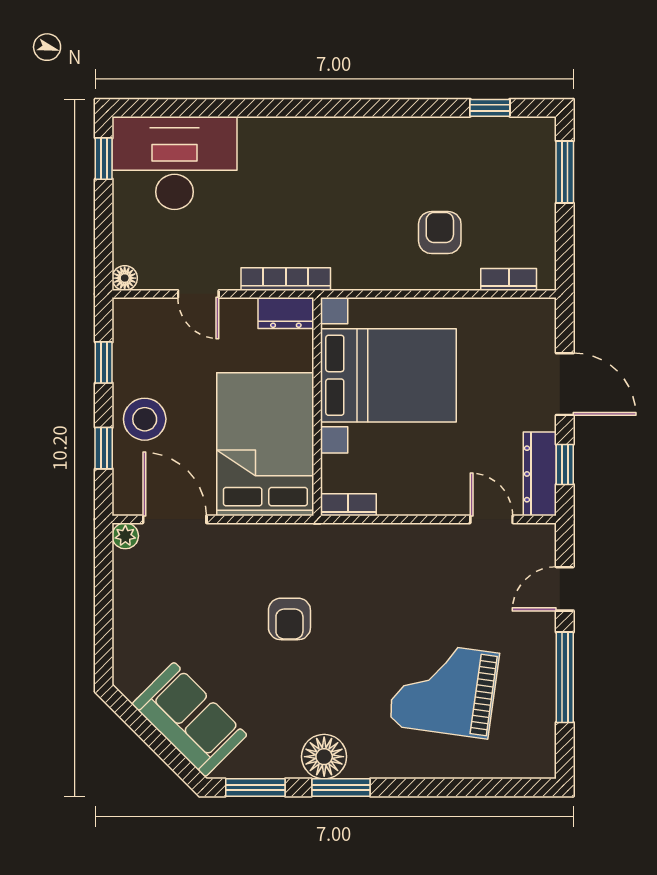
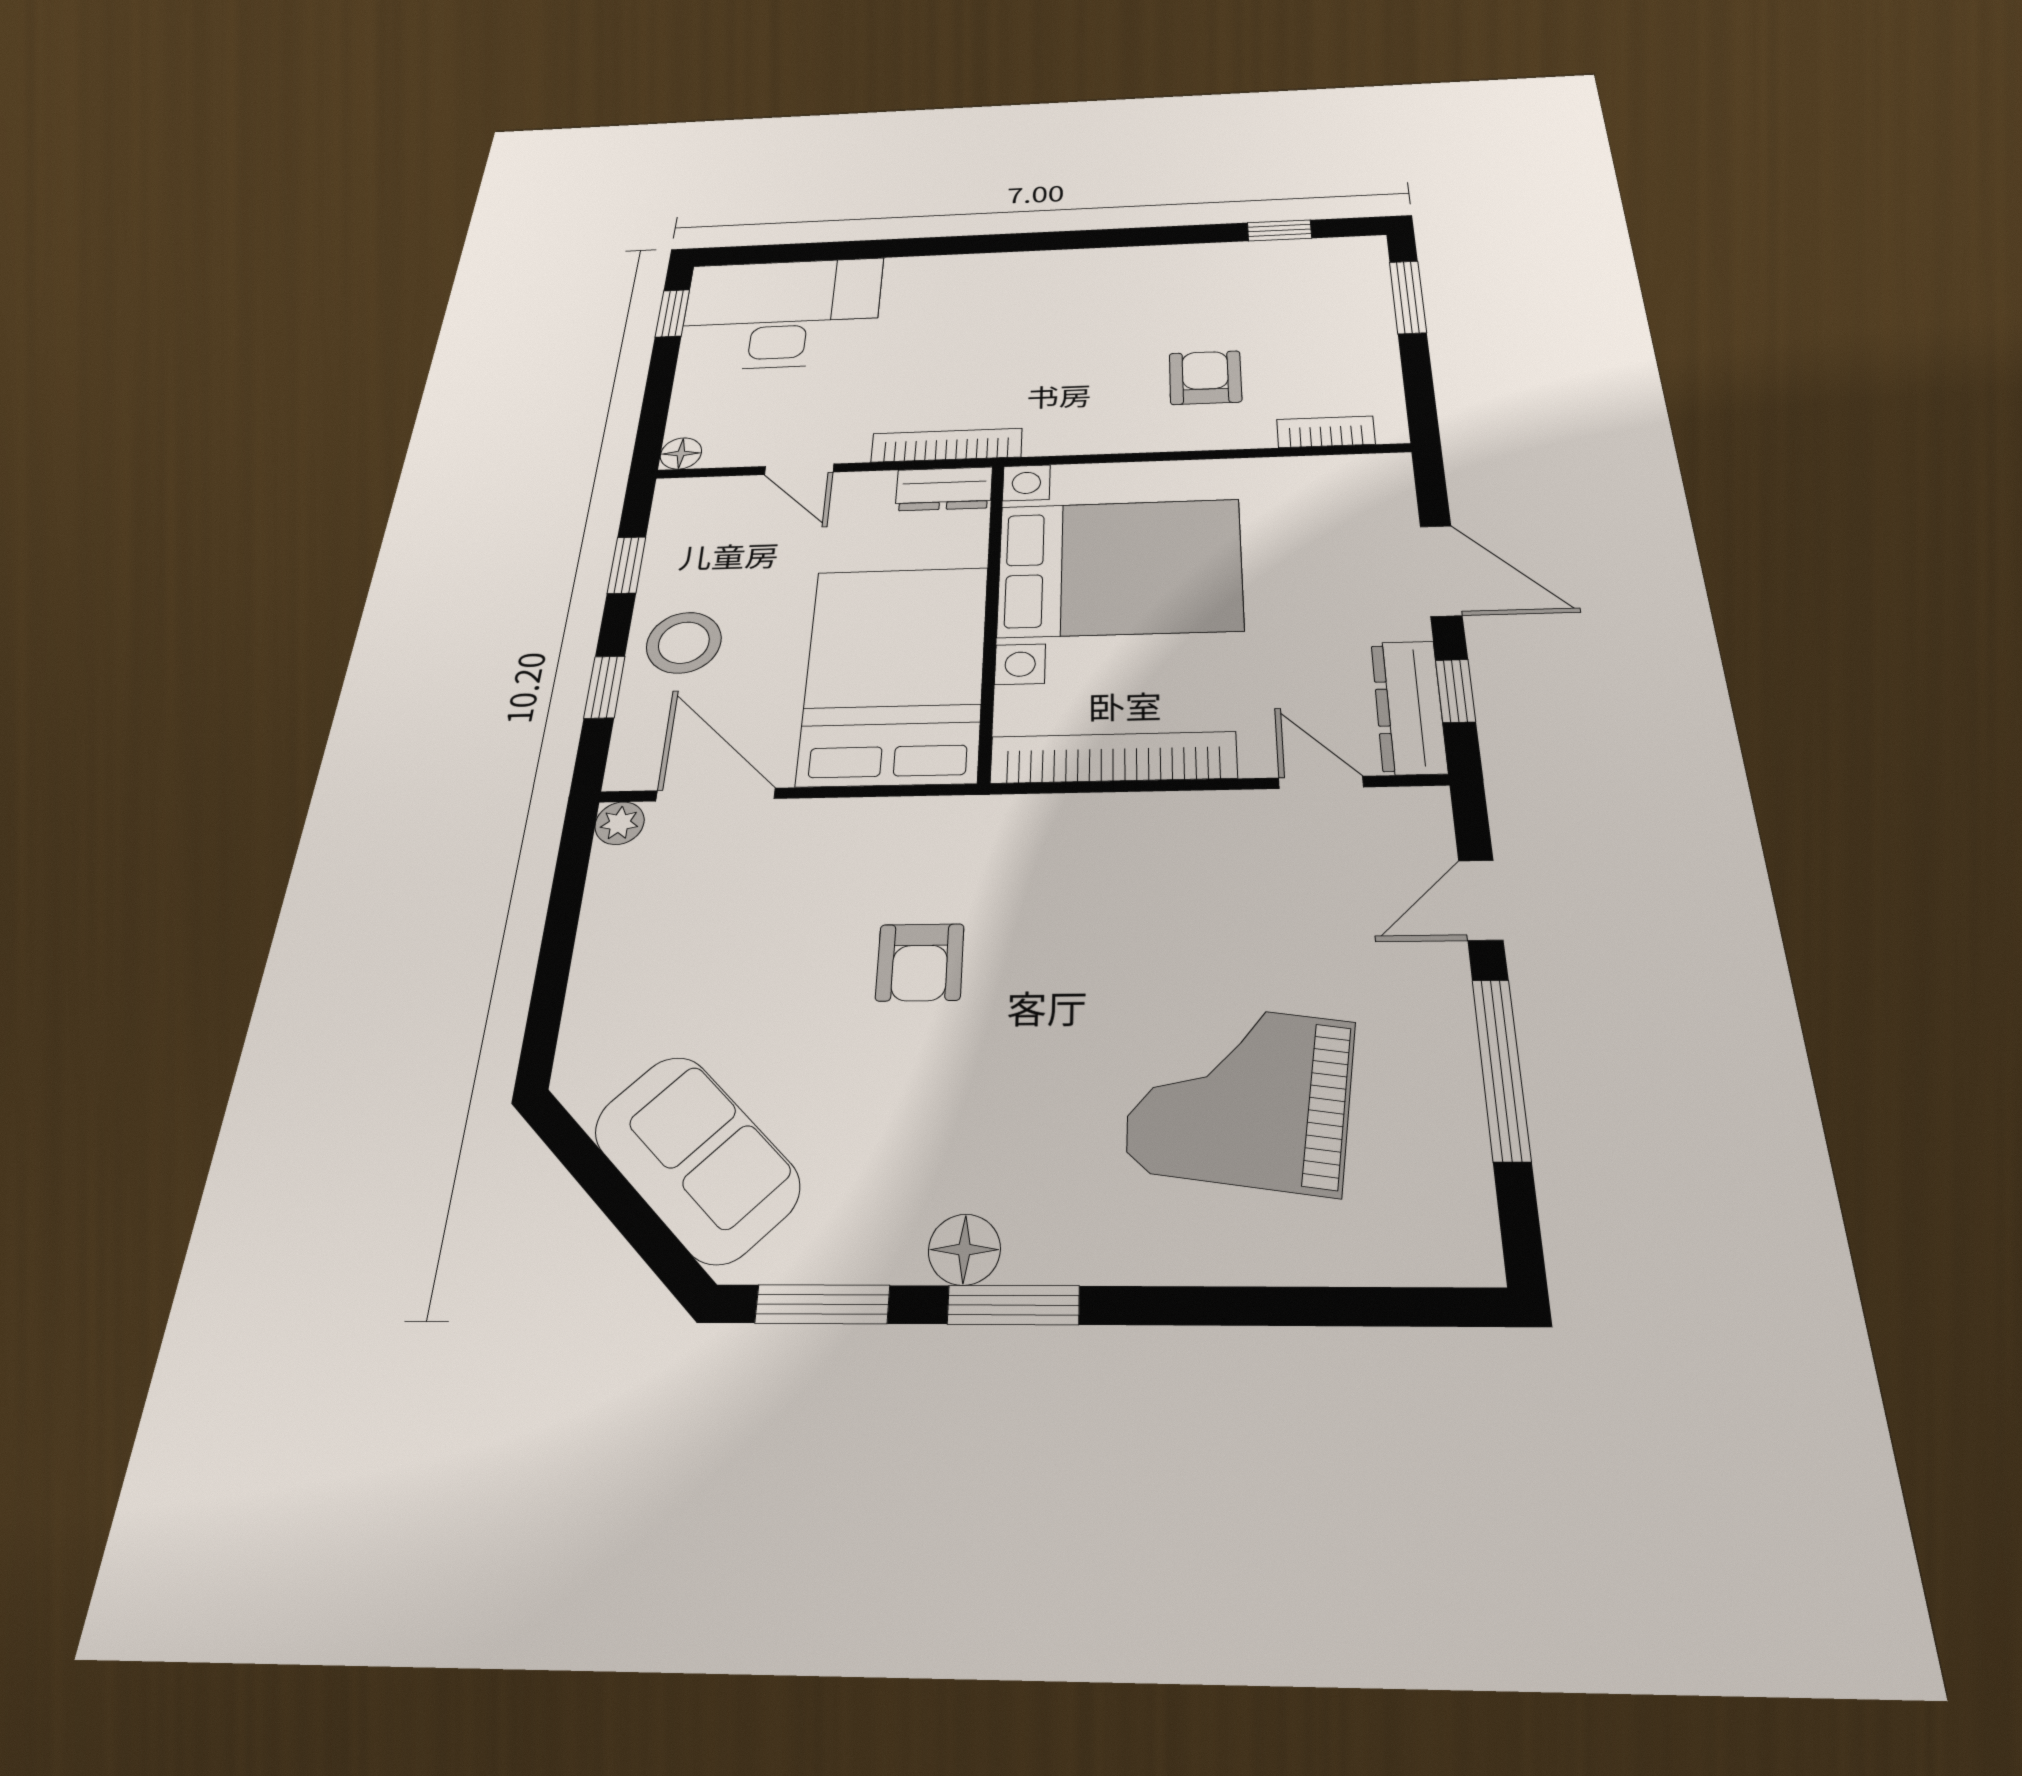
bookcase: (348, 505) -> (1113, 757), width x2.31, depth x1.31
floor lamp: (324, 757) -> (964, 1250), width x0.73, depth x0.73

